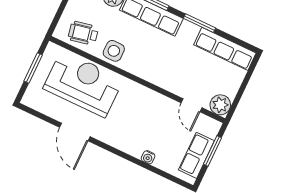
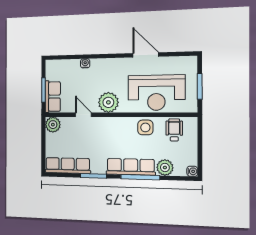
wheelchair: (83, 33) -> (174, 130), turned -78
plant: (142, 99) -> (108, 102), added
door: (191, 105) -> (83, 115), moved
row of seats: (196, 155) -> (53, 97), moved

